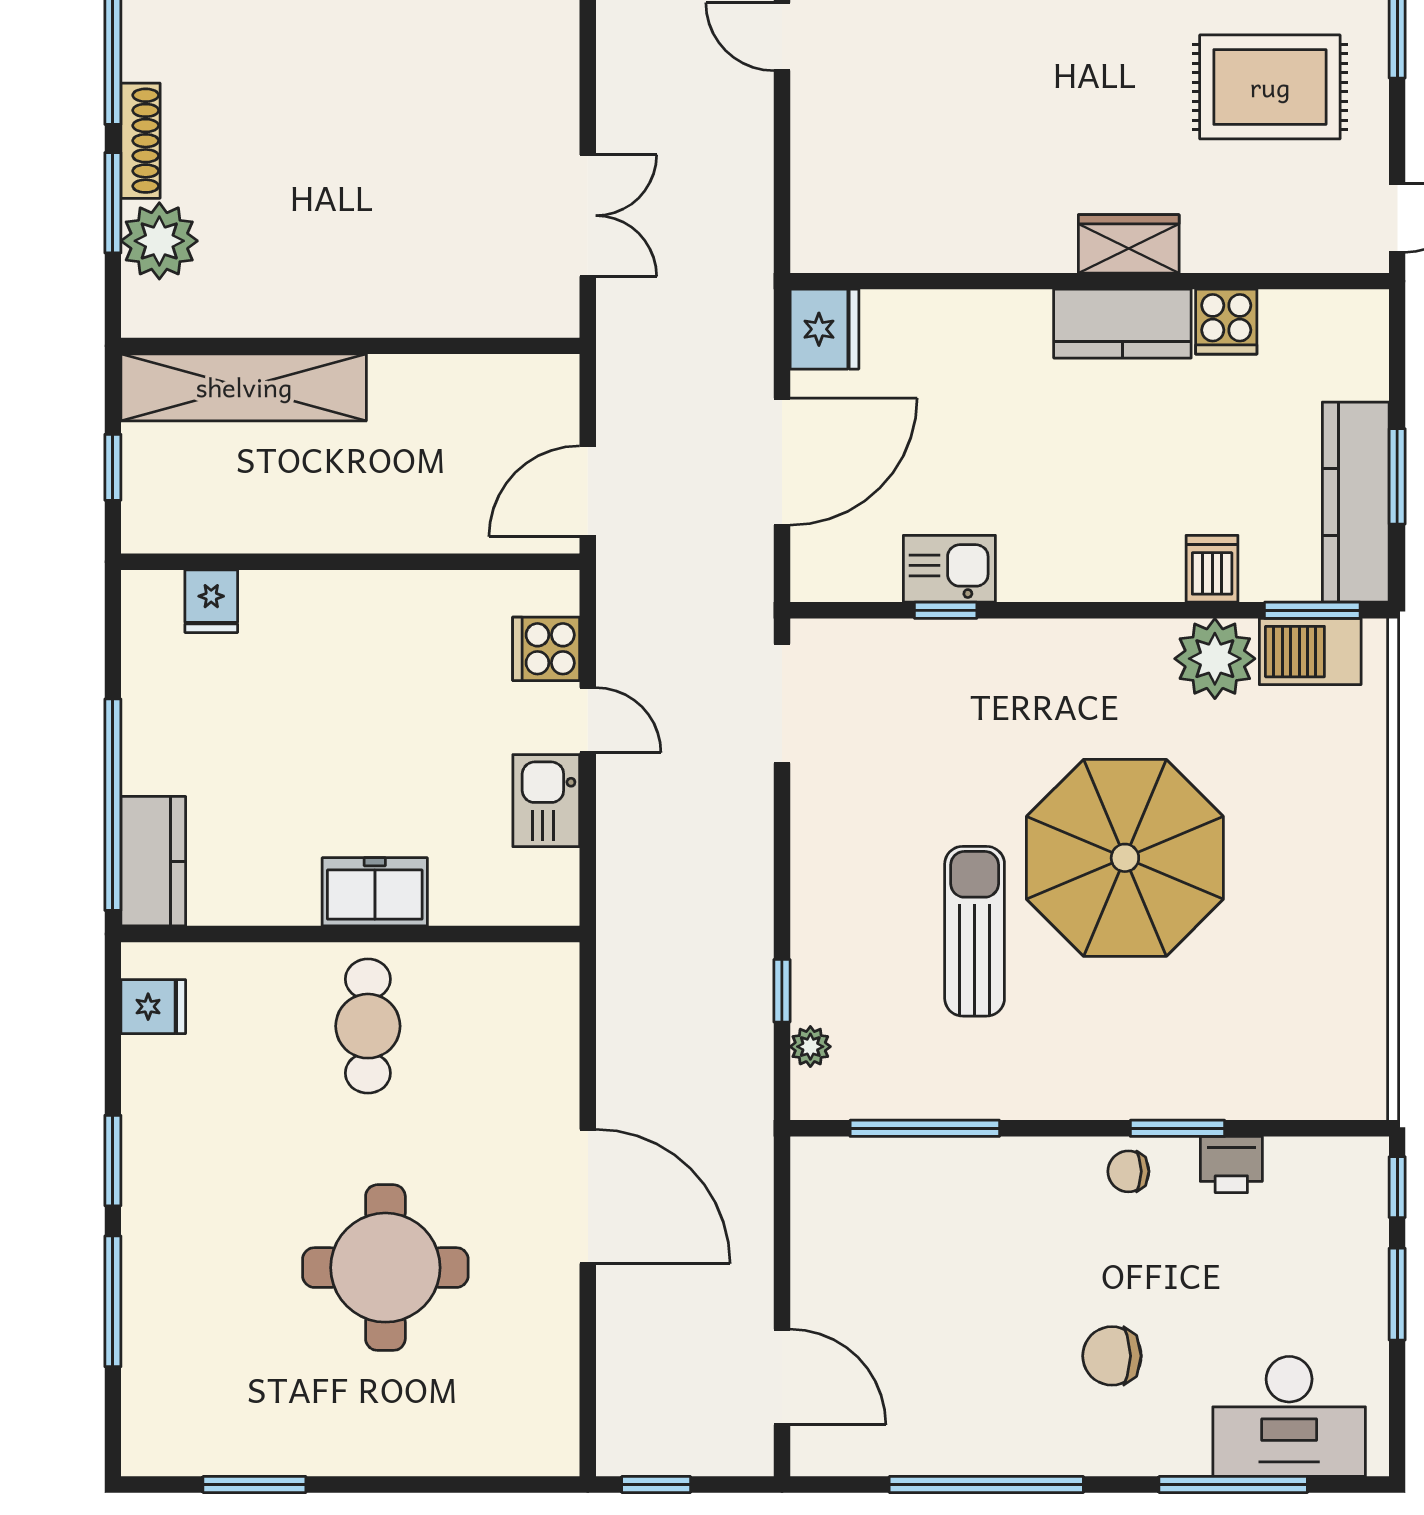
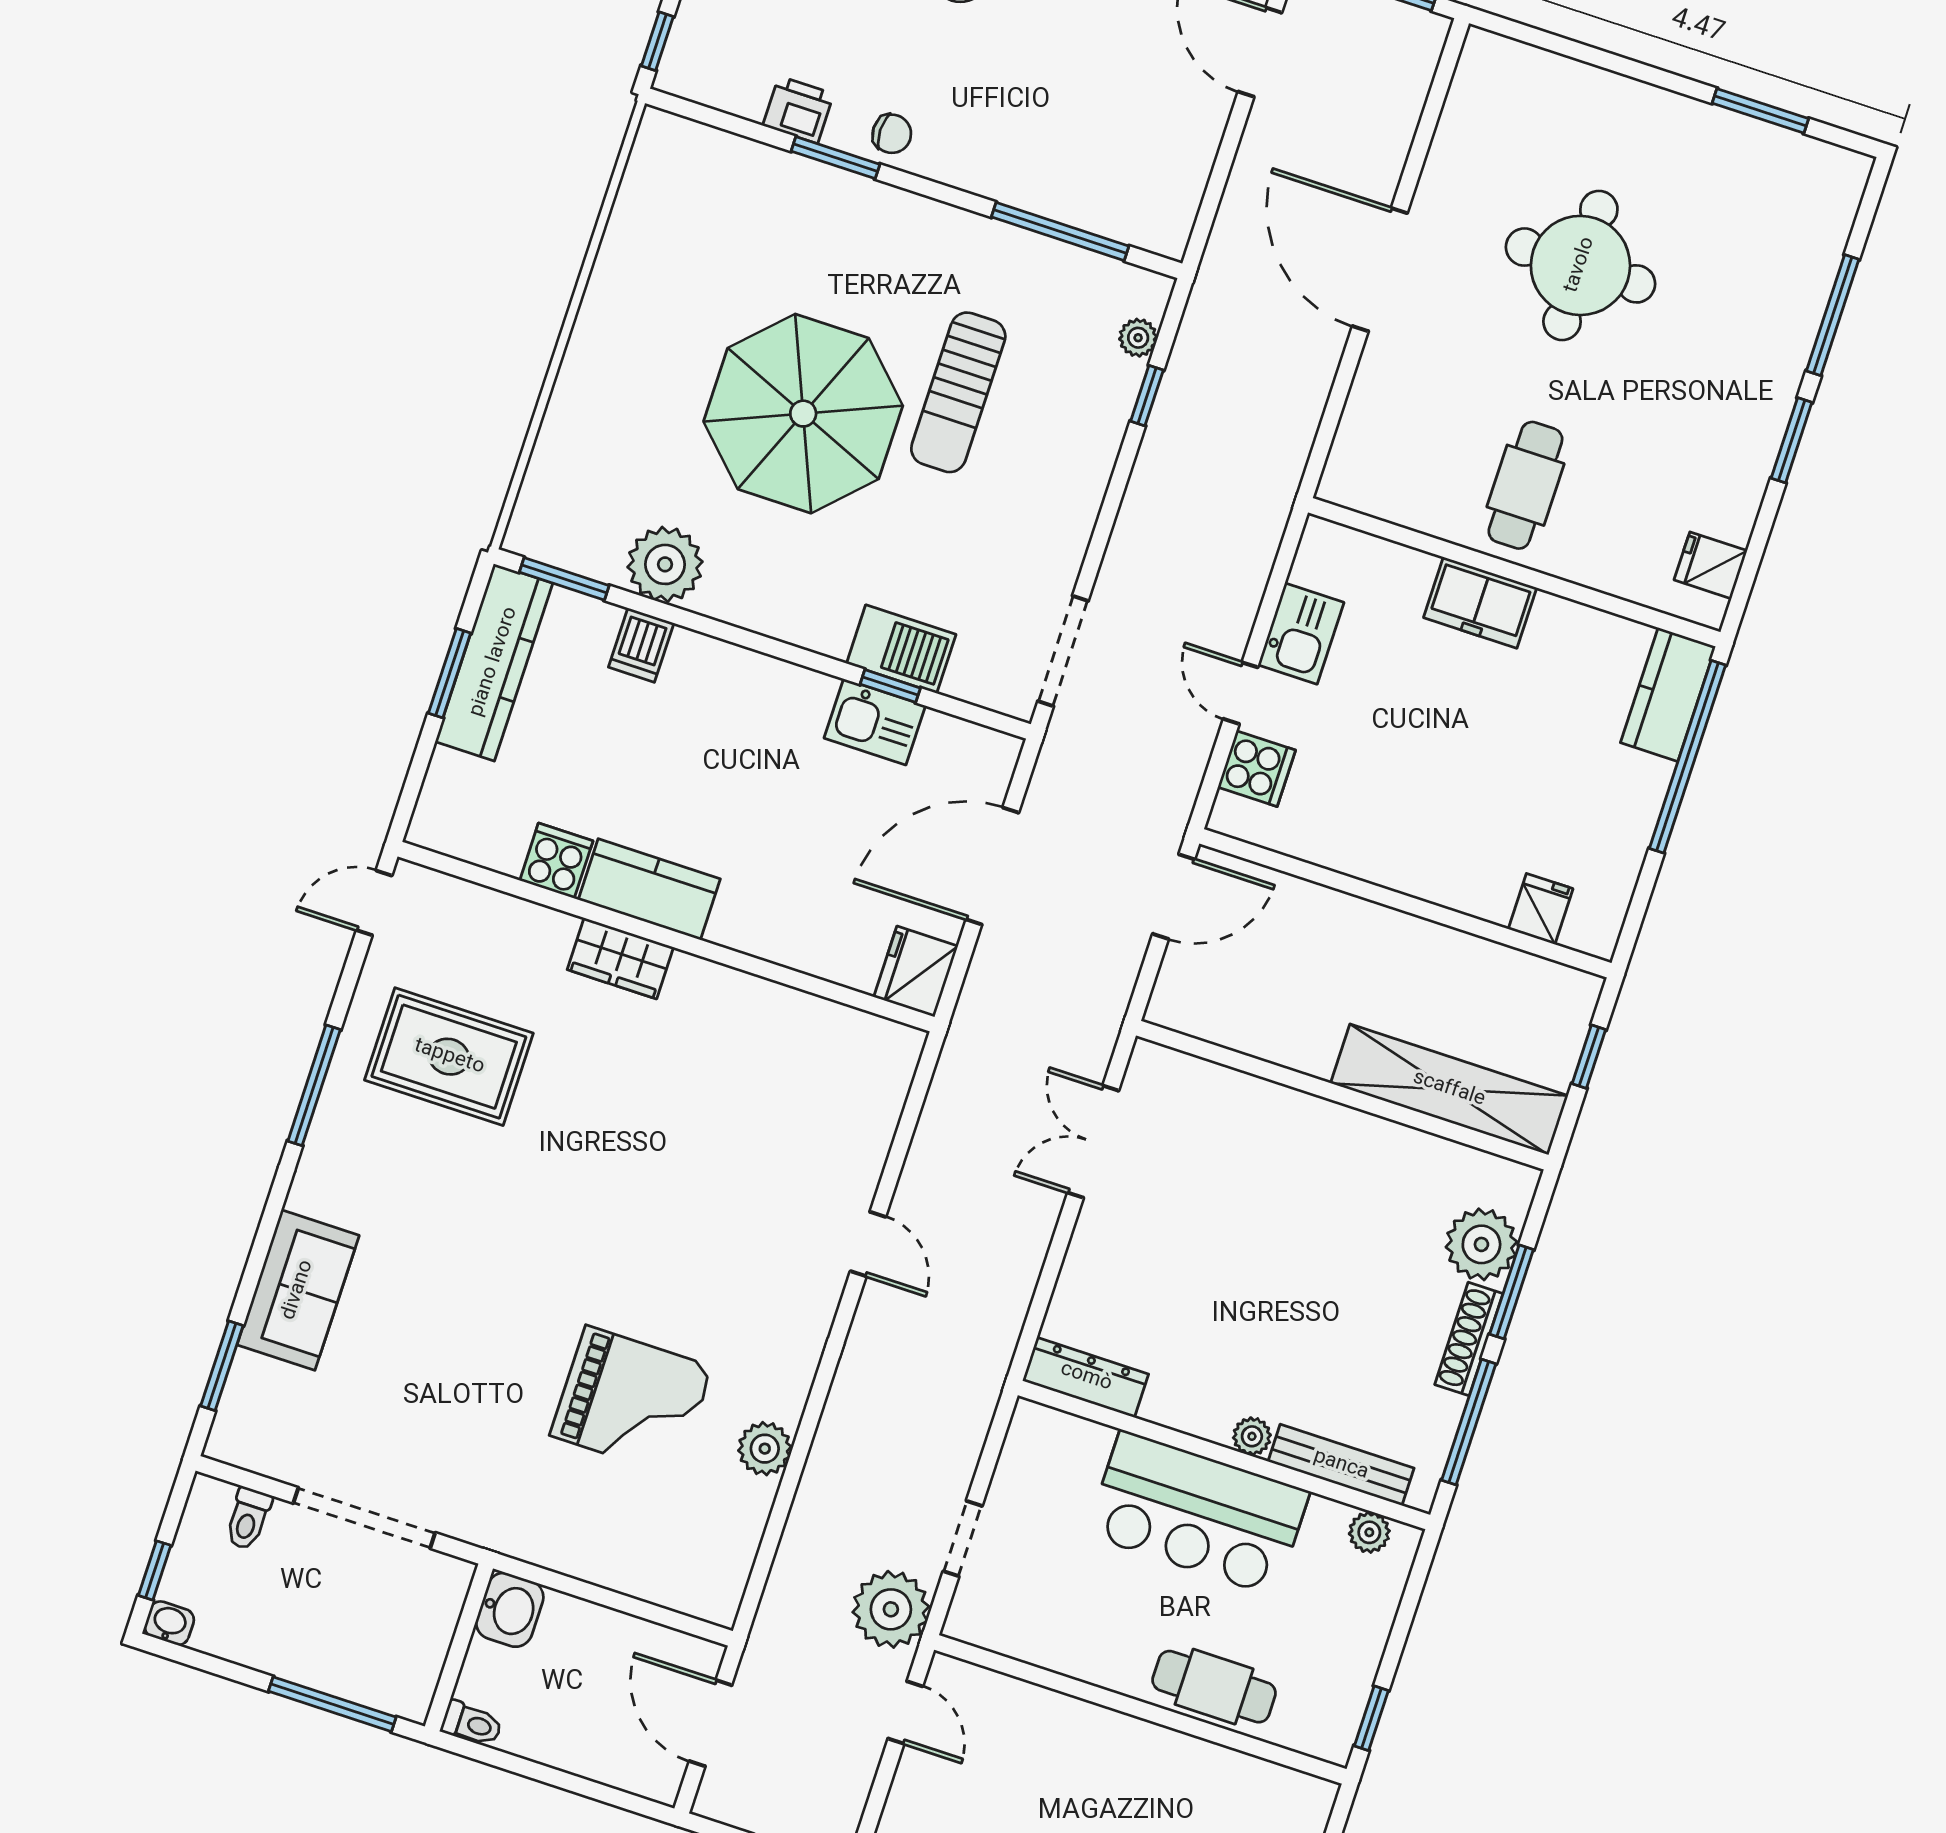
barbecue: (1310, 652) -> (901, 649), moved

